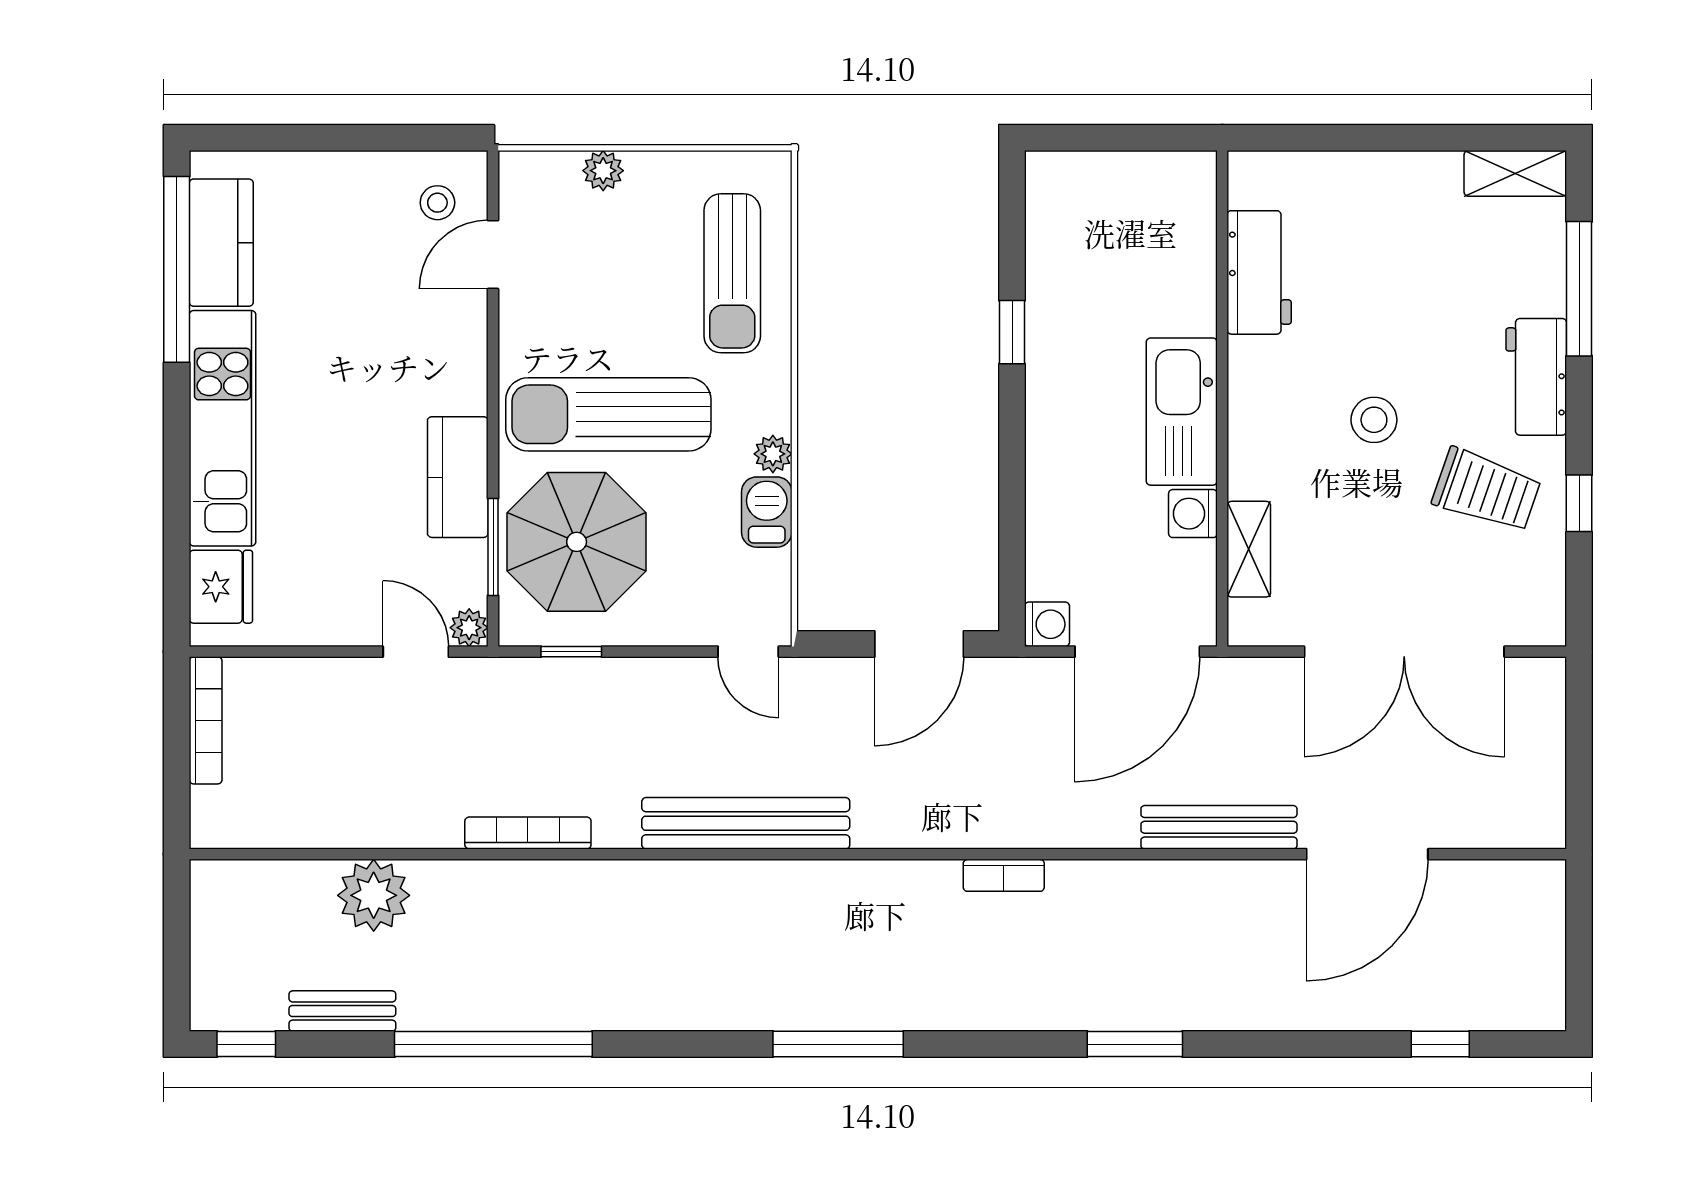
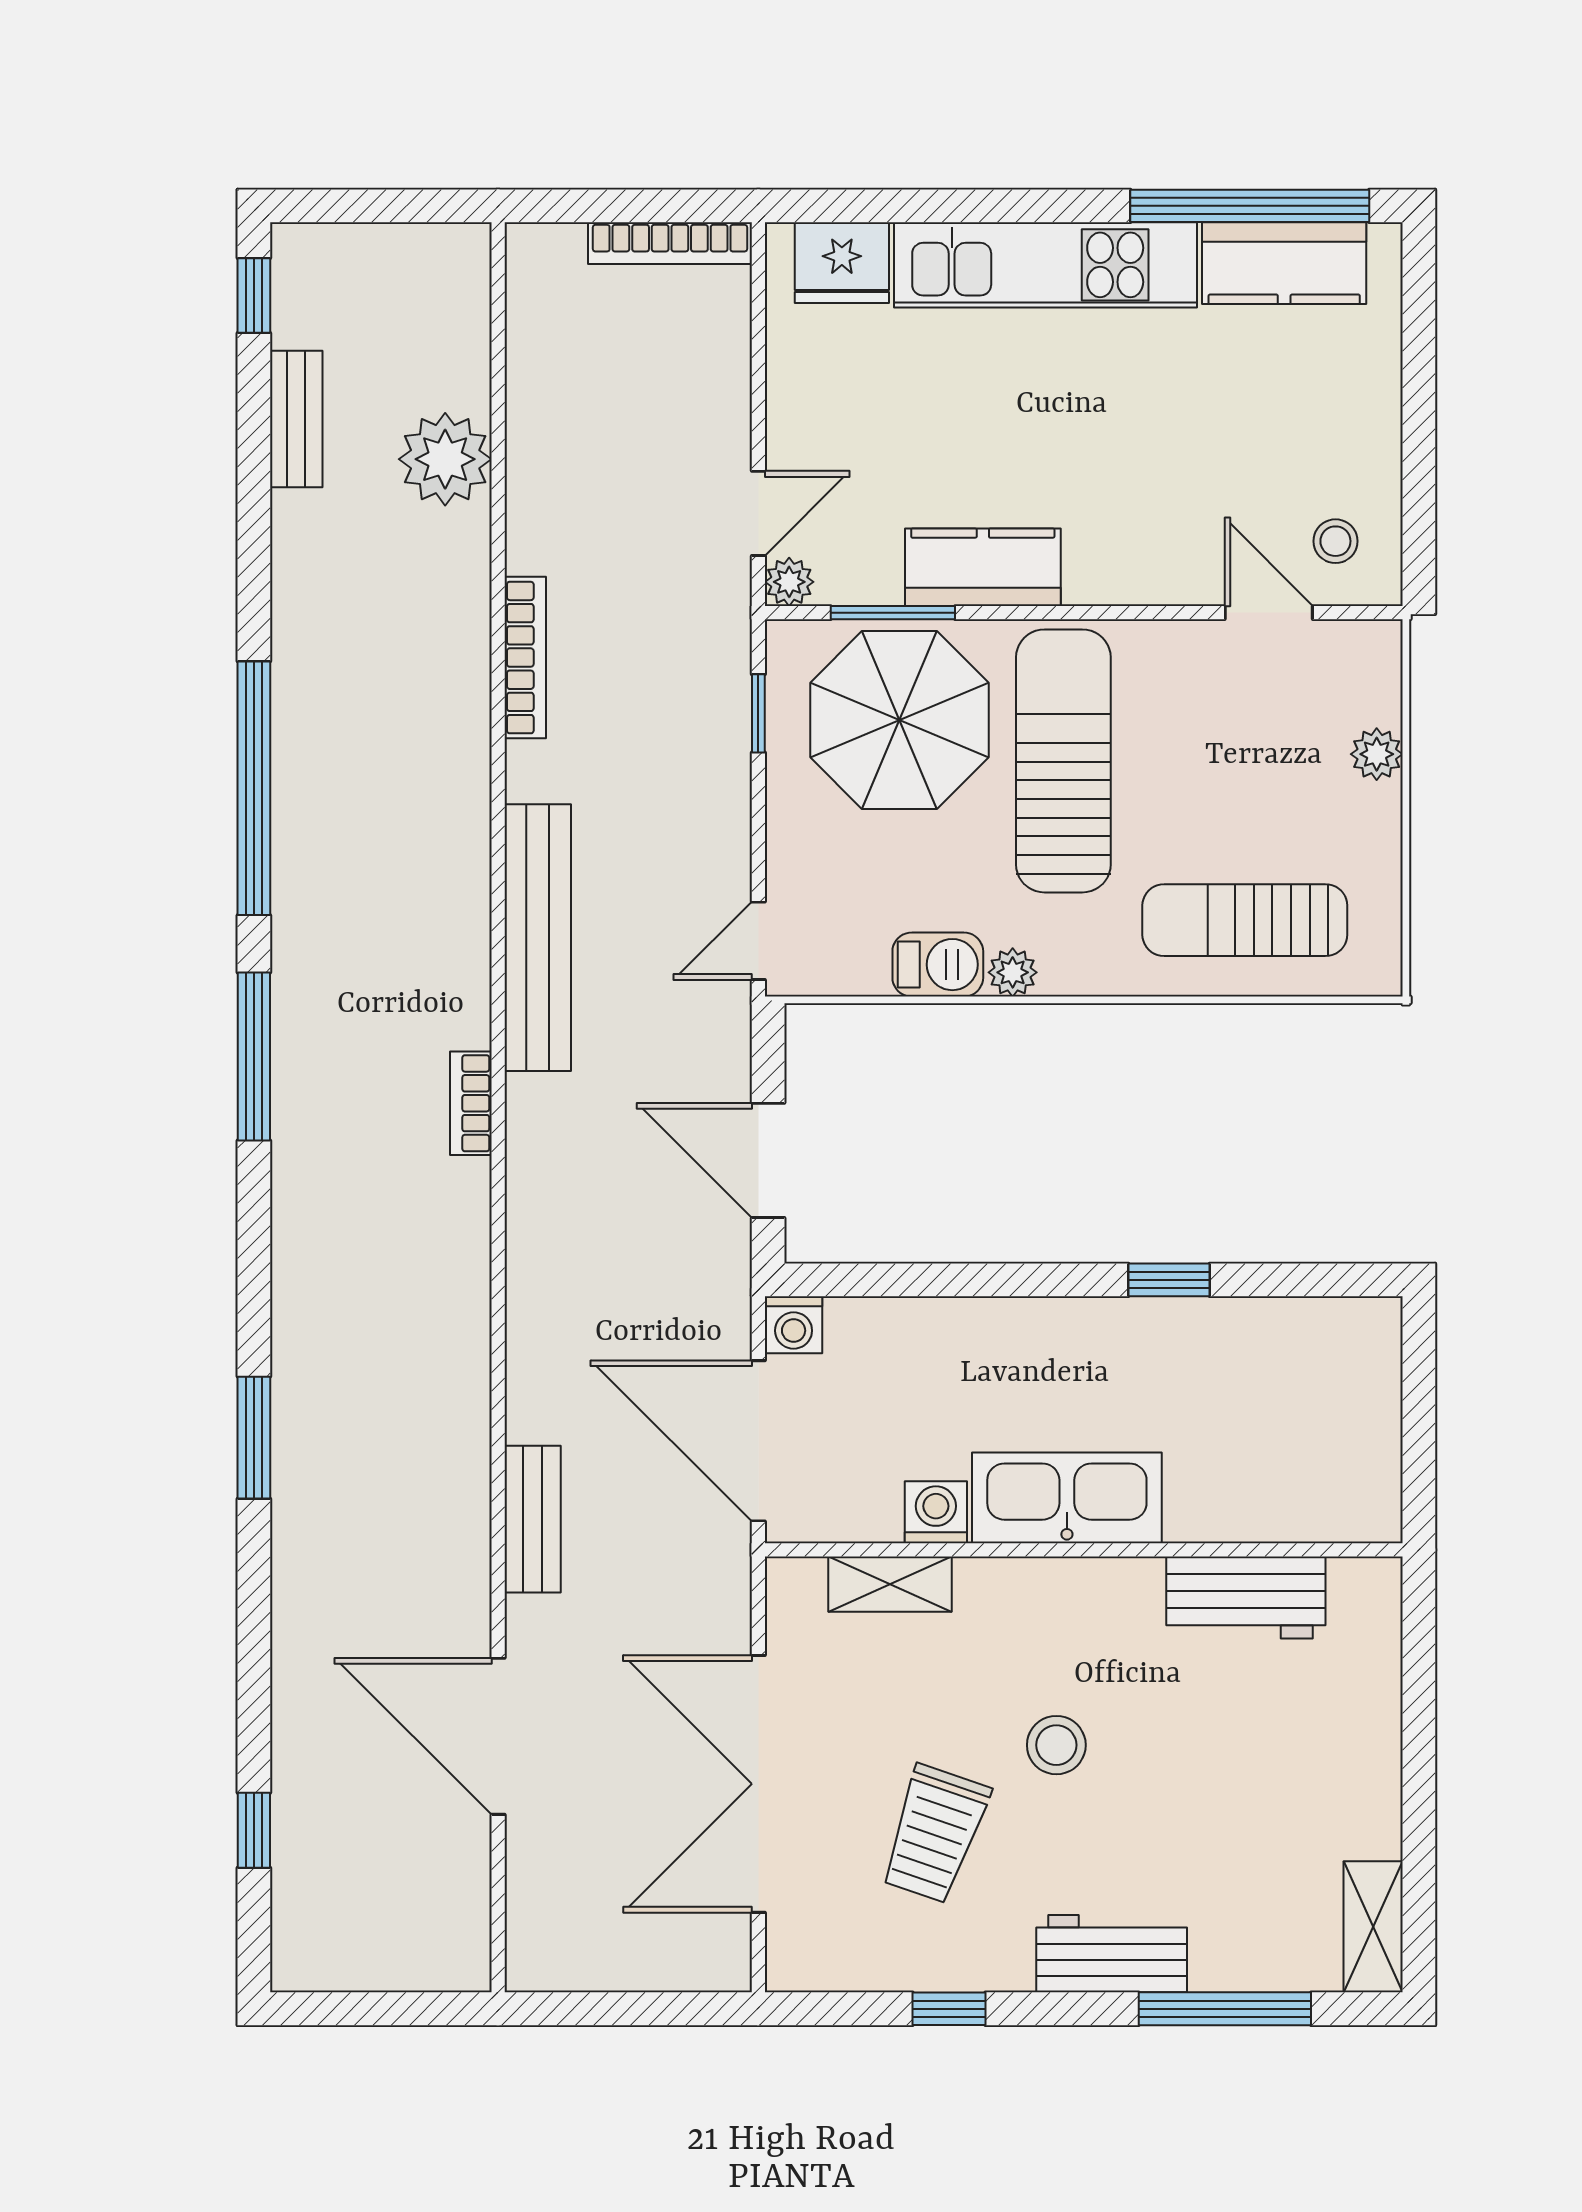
trolley: (1486, 490) -> (935, 1834), moved
bench: (1219, 827) -> (533, 1519), width x0.73
bookcase: (1004, 875) -> (471, 1103), moved
window: (493, 1044) -> (254, 788), moved

